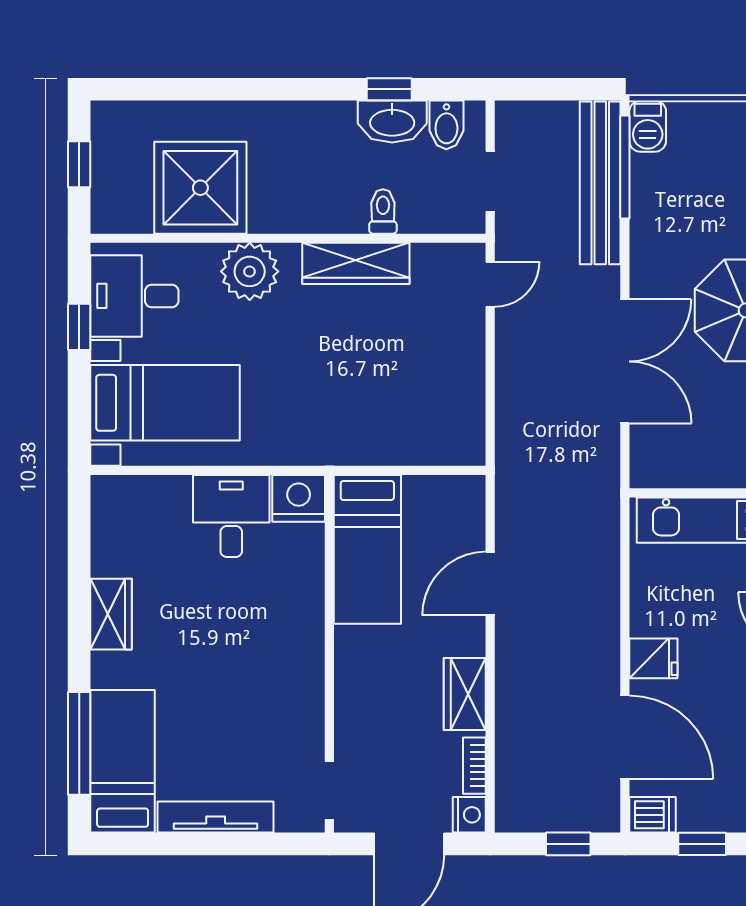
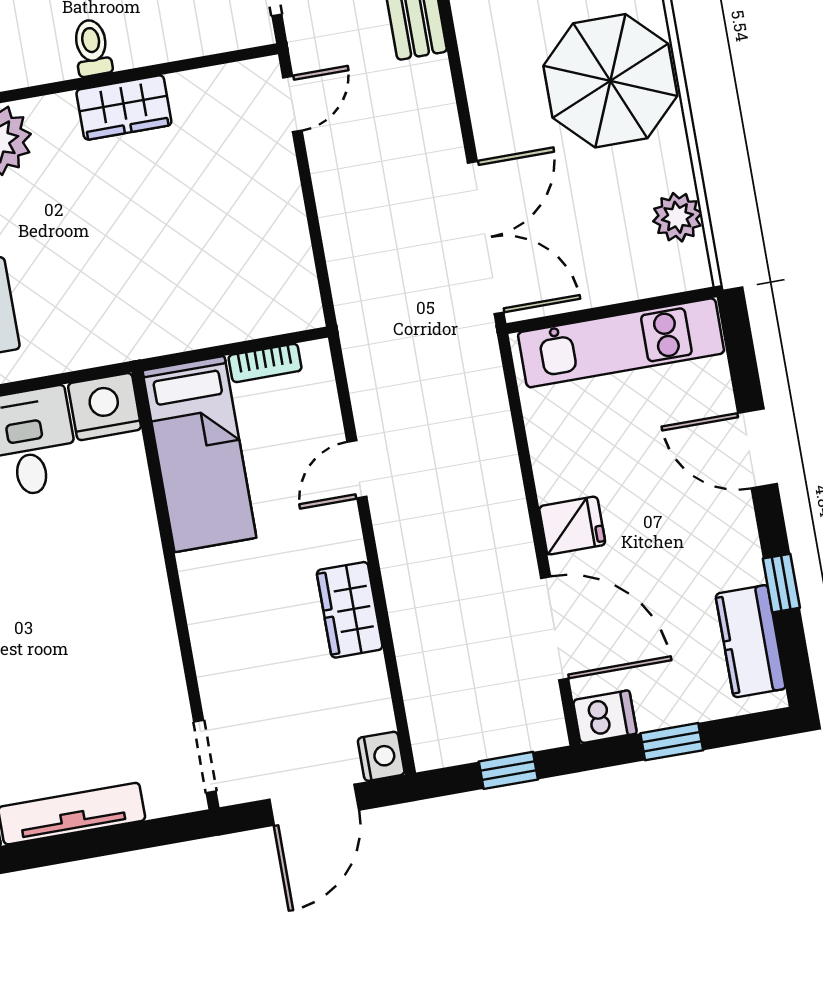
toilet: (383, 211) -> (92, 48), moved
wardrobe: (356, 263) -> (124, 107), width x0.67
double door: (625, 361) -> (486, 238), moved
door: (490, 584) -> (357, 469), width x0.73
bookcase: (474, 766) -> (265, 363), moved, turned -90

